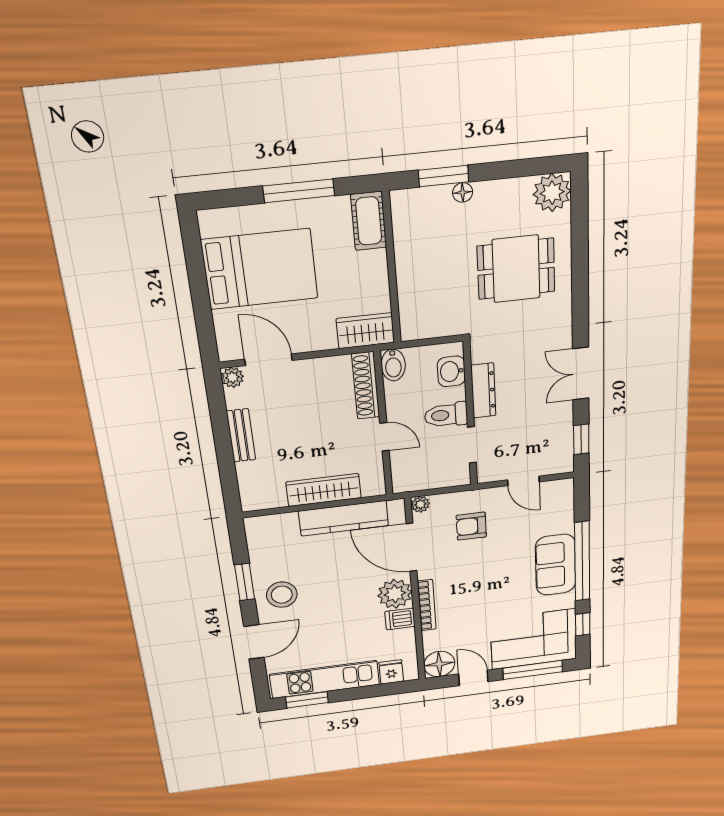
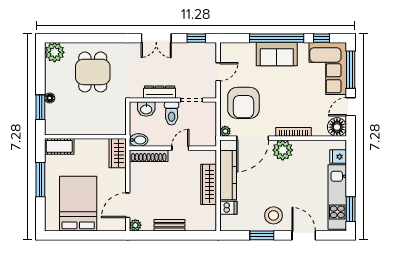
armchair: (471, 526) -> (243, 103), width x1.88, depth x1.88
dishwasher: (400, 619) -> (228, 208), moved, turned -90

